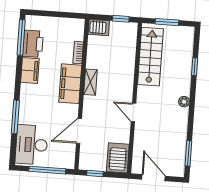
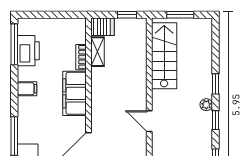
window: (195, 67) -> (216, 84), moved
filing cabinet: (30, 70) -> (27, 89), width x0.50
shelving: (90, 82) -> (97, 52), moved
window: (191, 116) -> (216, 120), added

